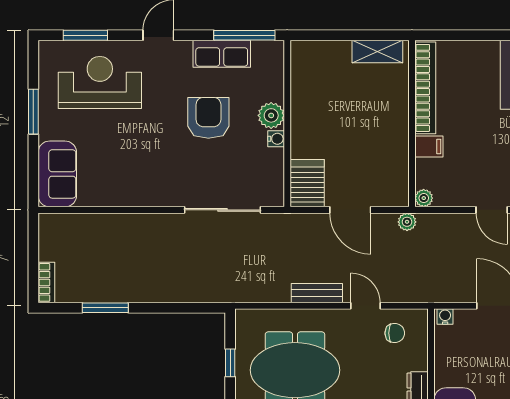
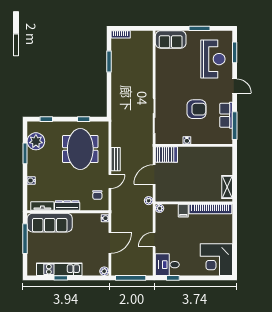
plant: (271, 115) -> (198, 138), removed

